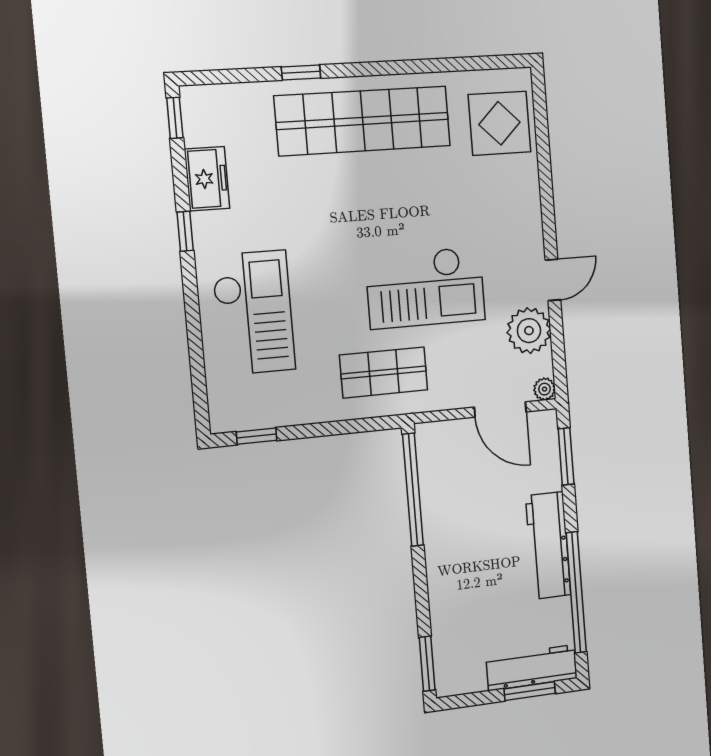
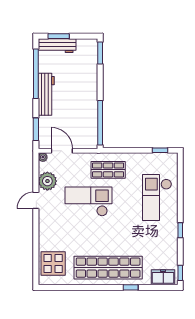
freezer: (207, 179) -> (163, 277), moved, turned 90

